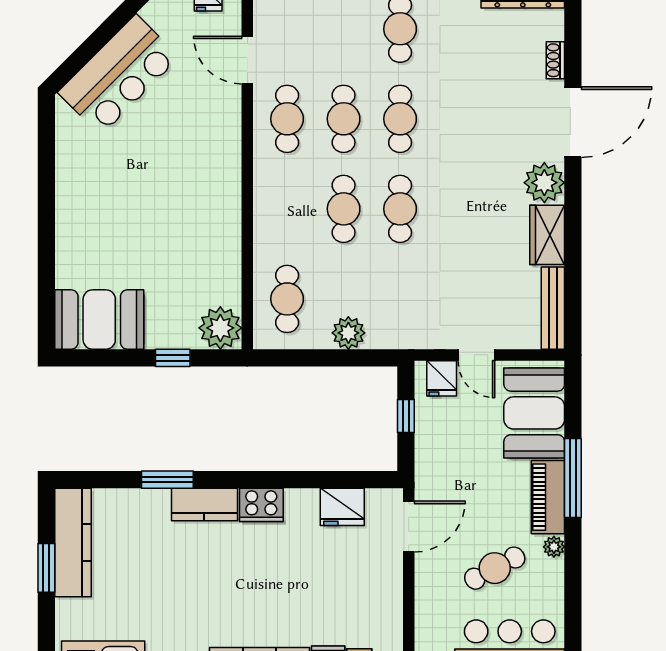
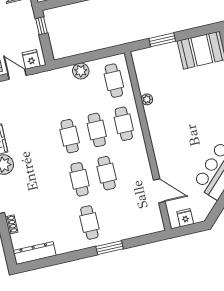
cafe table: (287, 119) -> (124, 124), moved
plant: (220, 328) -> (147, 99), moved, width x0.53, depth x0.53
window: (173, 358) -> (162, 40), width x1.50
window: (406, 416) -> (41, 26), moved

